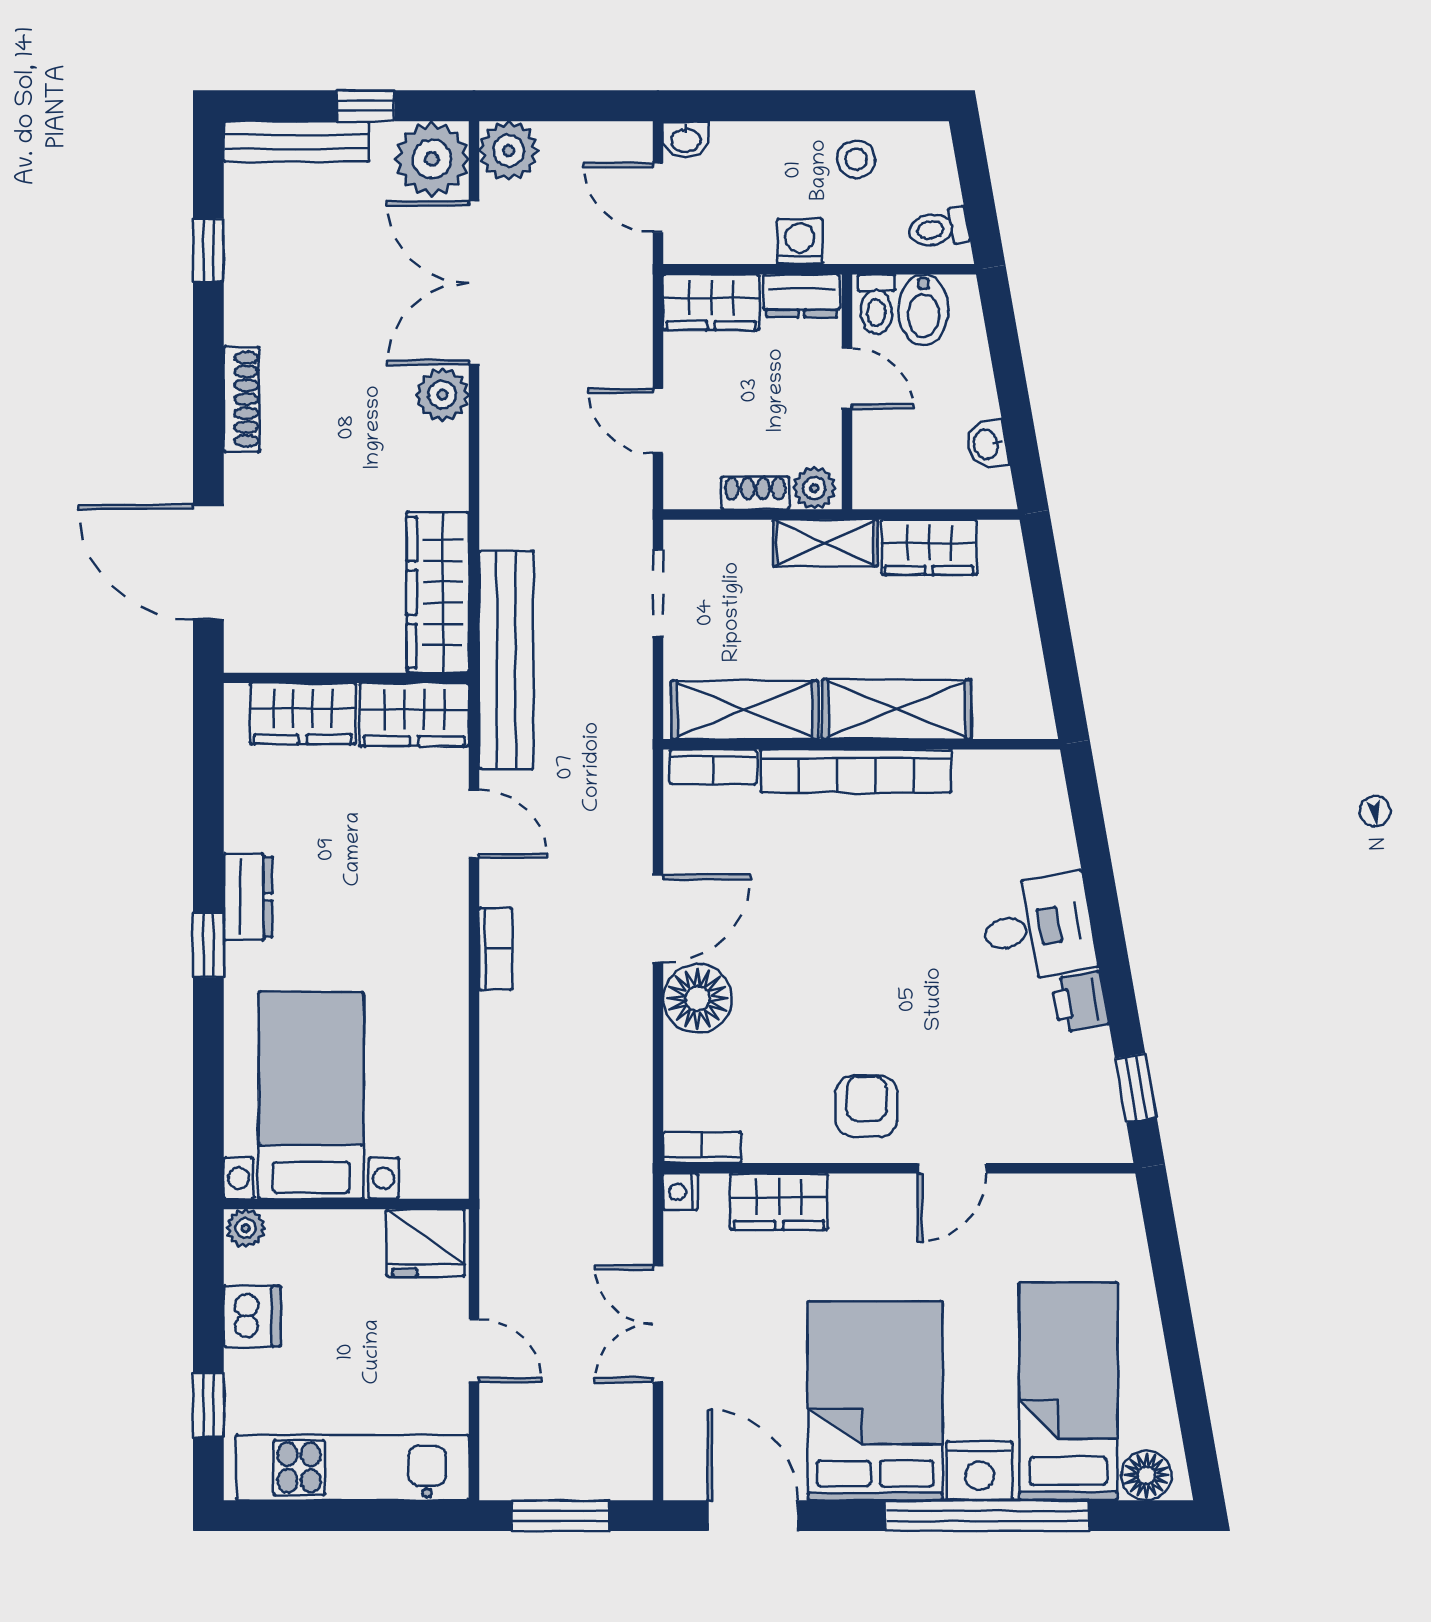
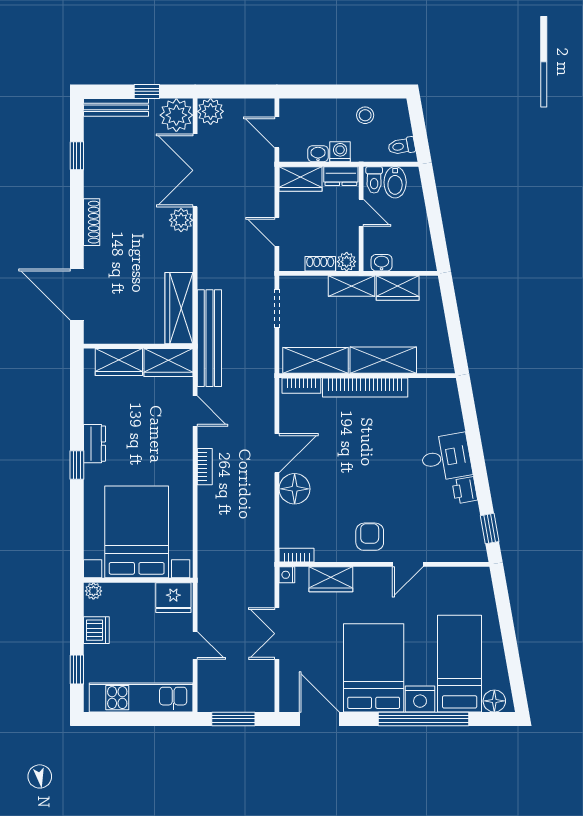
washbasin: (686, 140) -> (318, 154), moved, turned 180
washbasin: (987, 444) -> (382, 263), moved, turned 100
bed with nightstands: (311, 1095) -> (137, 532), width x1.36

